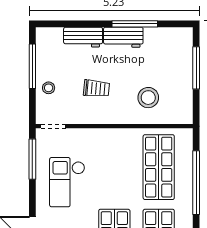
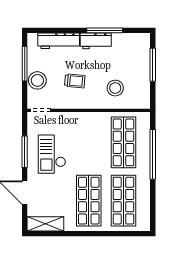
workbench: (83, 37) -> (59, 41), width x1.38
stool: (49, 88) -> (37, 80), width x1.89, depth x1.89
window: (32, 159) -> (25, 152), moved

